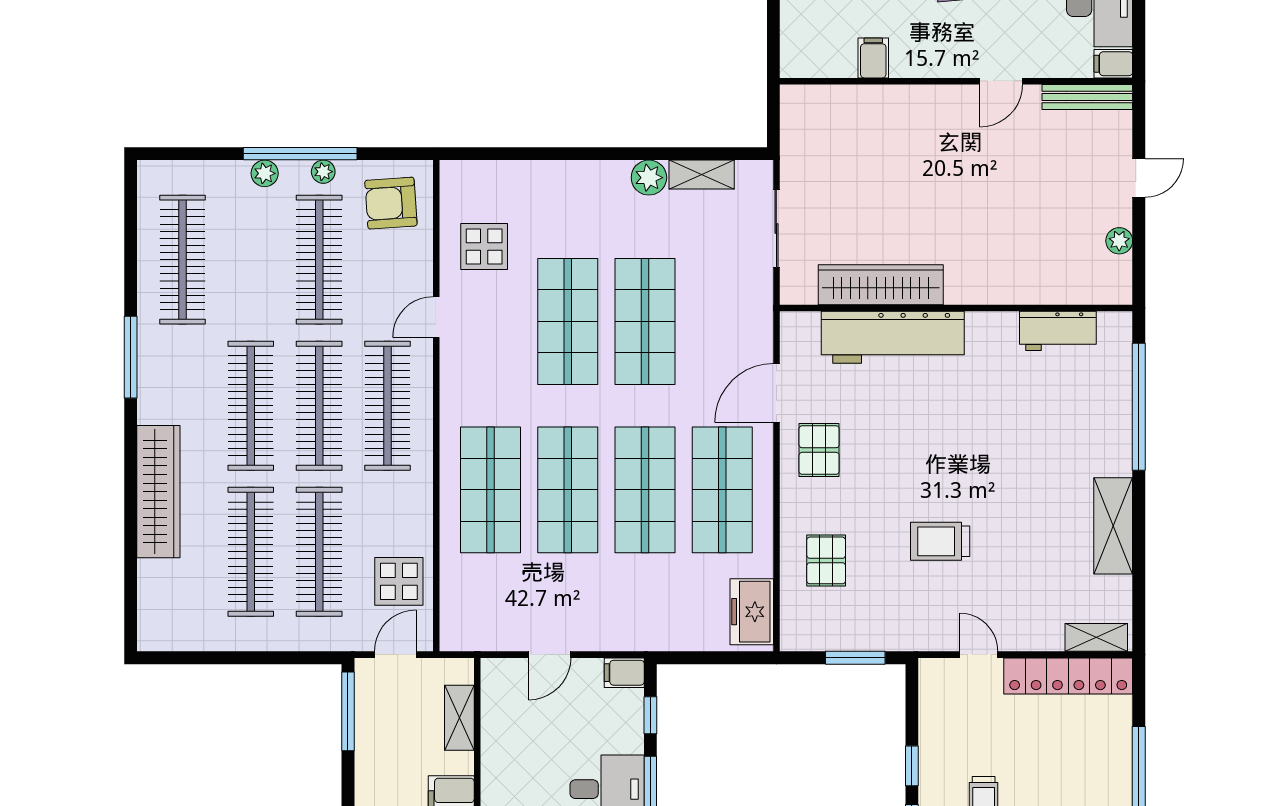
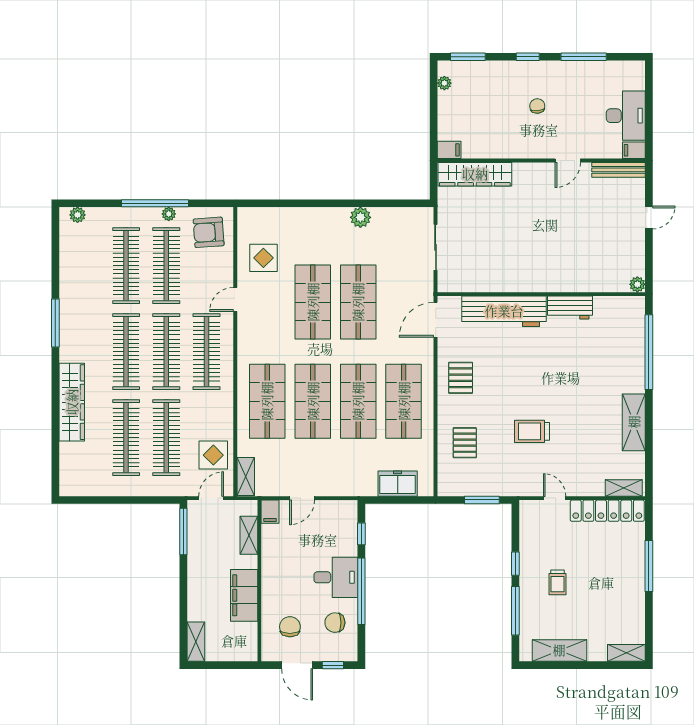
filing cabinet: (873, 58) -> (449, 150), moved, turned 90
plant: (265, 173) -> (78, 215), moved
shelving: (702, 175) -> (246, 476), moved, turned 90
plant: (1119, 241) -> (637, 284), moved
clothes rail: (182, 260) -> (126, 266), moved
wardrobe: (881, 285) -> (475, 174), moved, turned 180
workbench: (1058, 331) -> (570, 308), moved
door: (776, 393) -> (436, 320), moved
freezer: (752, 612) -> (398, 484), moved, turned 90
filing cabinet: (624, 673) -> (270, 512), moved, turned -90

